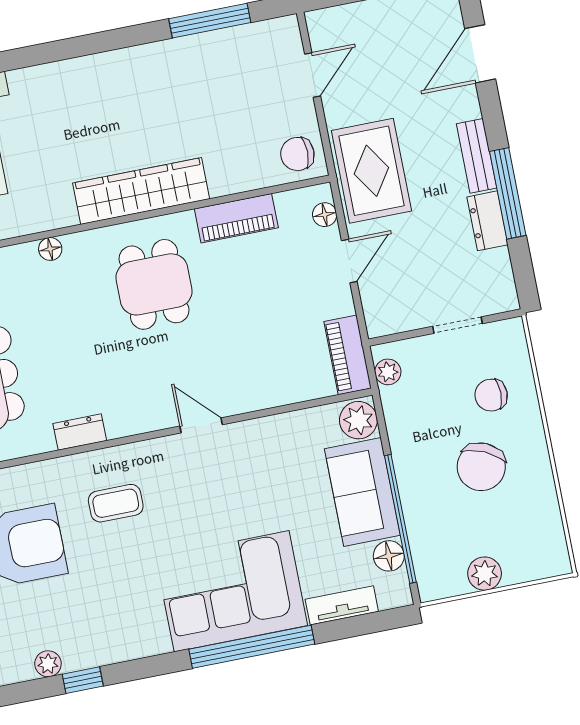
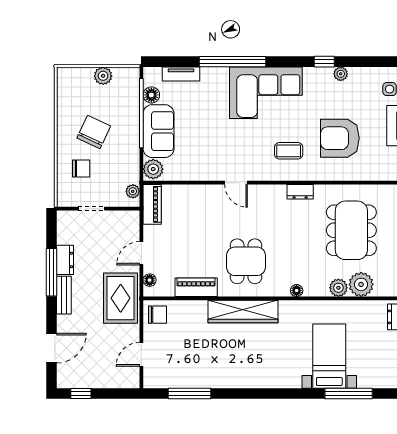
corner sofa: (232, 591) -> (266, 93), moved

